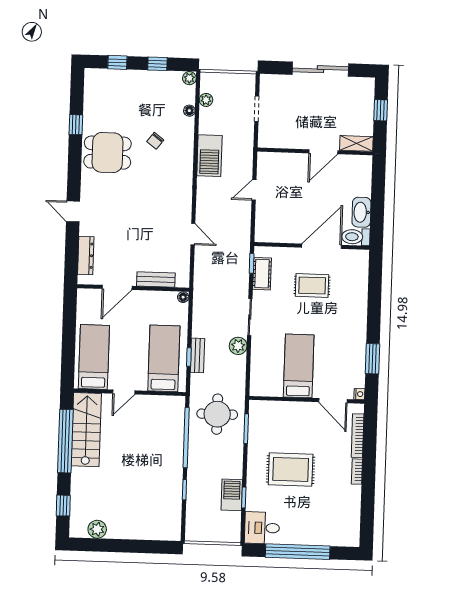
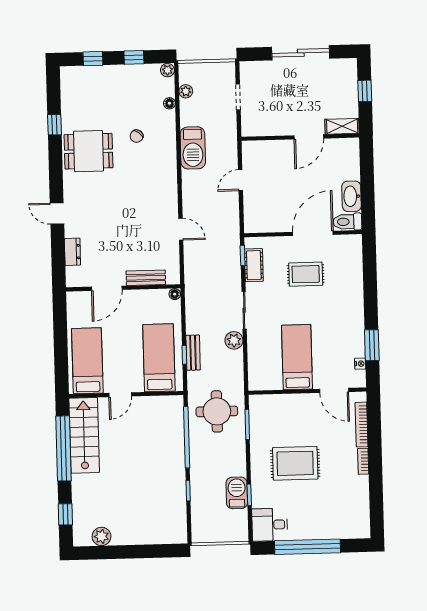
dresser: (86, 256) -> (72, 252), width x0.70
nightstand: (359, 394) -> (360, 364), moved

